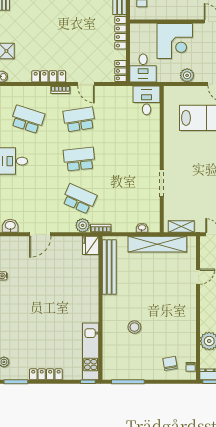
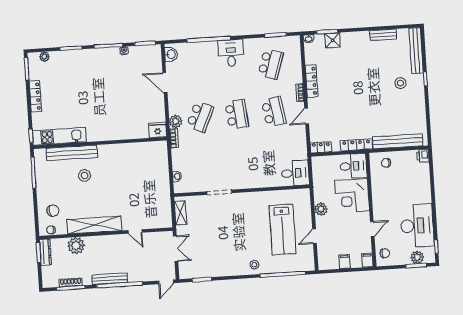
desk: (143, 68) -> (353, 166), moved, turned 180
shelving: (157, 244) -> (94, 225), moved, turned 90
bench: (109, 267) -> (72, 153), moved

